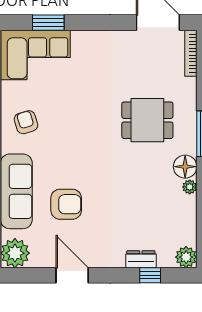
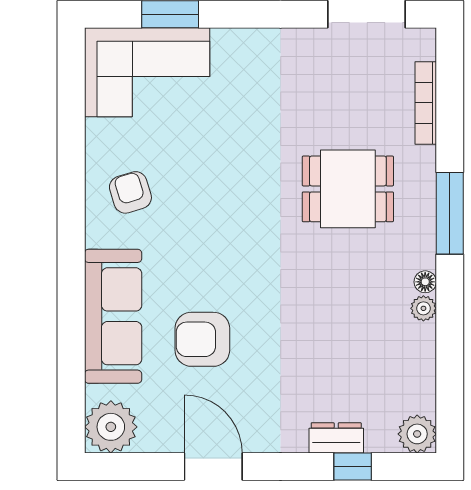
bookcase: (191, 53) -> (426, 103), moved
floor lamp: (185, 167) -> (425, 282), width x0.53, depth x0.53
armchair: (66, 204) -> (202, 339), turned 180

